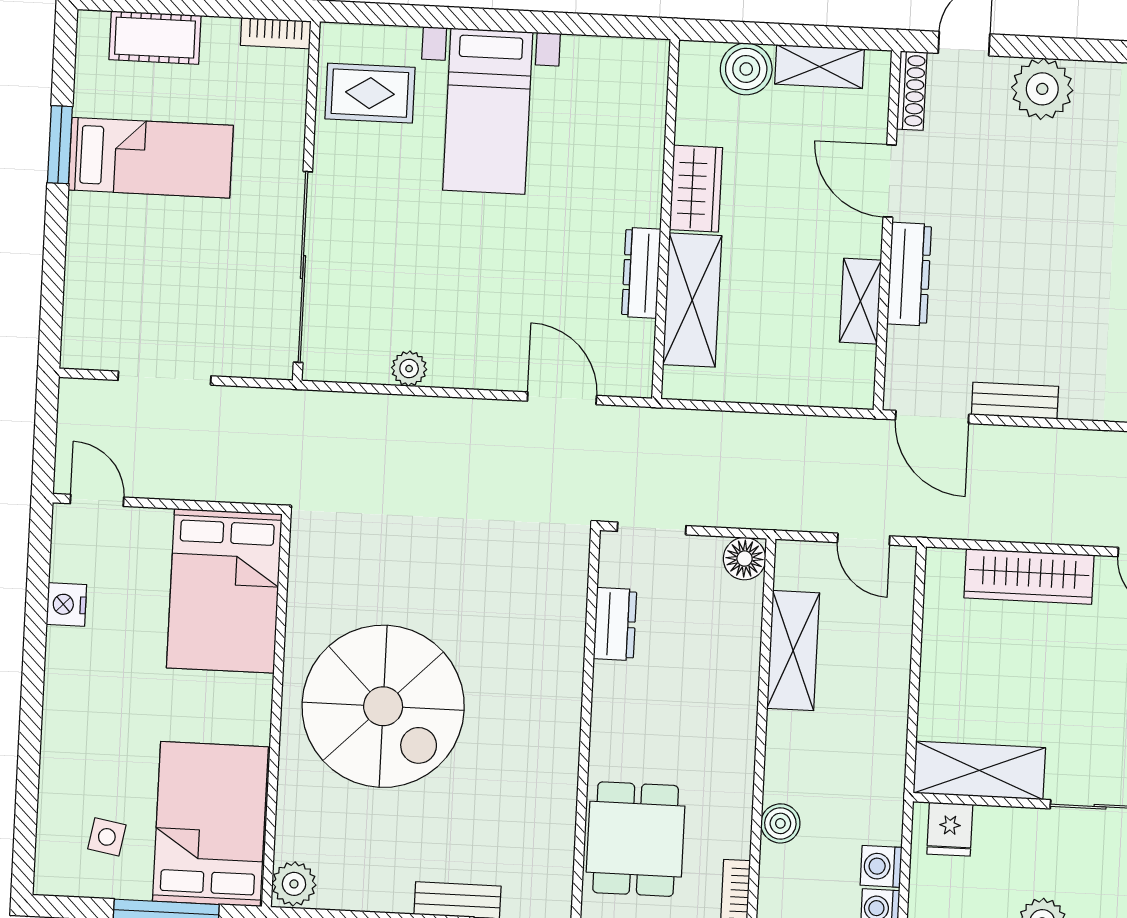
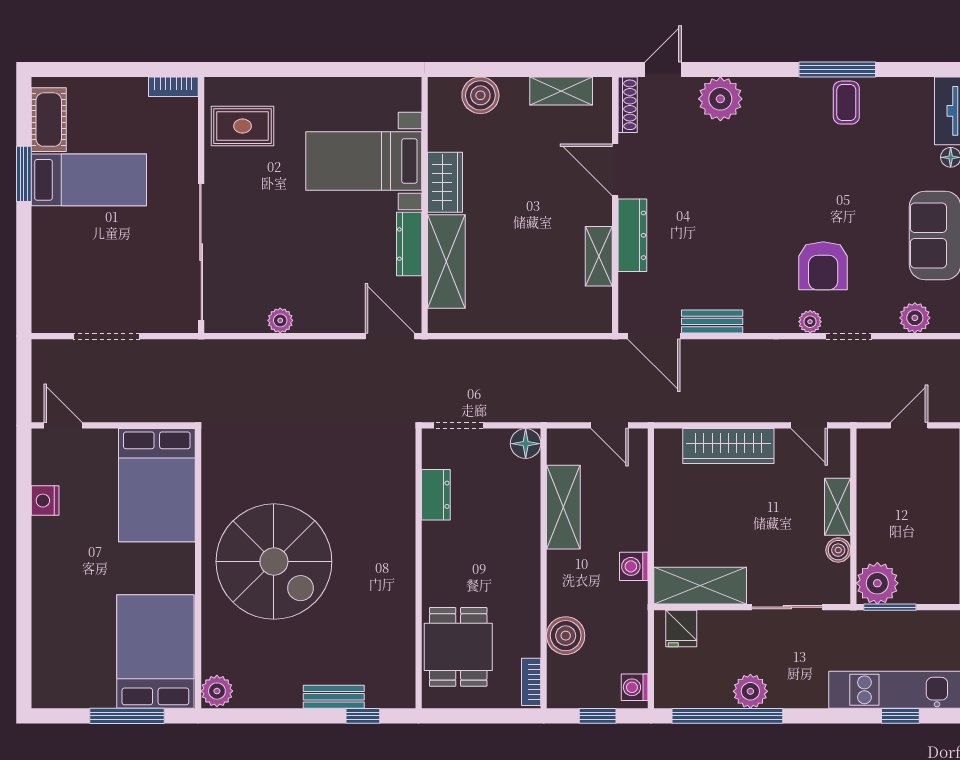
cot: (155, 38) -> (49, 120), moved, turned 90
boiler: (746, 69) -> (480, 95), moved
bed with nightstands: (488, 111) -> (364, 161), moved, turned 90
wardrobe: (696, 189) -> (445, 182), moved
wall: (666, 219) -> (425, 205), moved
dresser: (641, 273) -> (409, 244), moved
shelving: (692, 300) -> (446, 262), moved
boiler: (780, 823) -> (566, 636), width x1.36, depth x1.36
side table: (107, 837) -> (82, 664), removed
washing machine: (881, 866) -> (634, 566), moved

